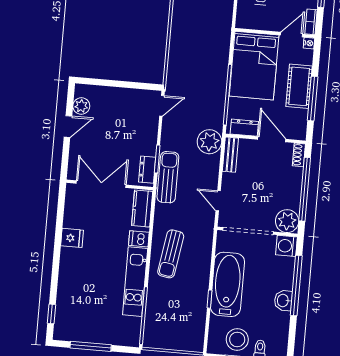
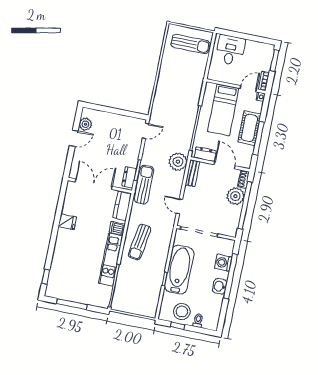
bed: (254, 66) -> (223, 110), width x0.67
plant: (287, 221) -> (235, 196), moved
washing machine: (286, 246) -> (223, 263), moved

